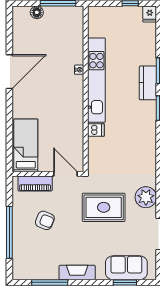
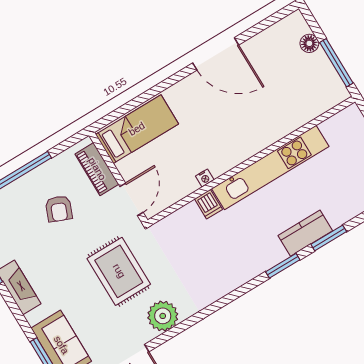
nightstand: (79, 70) -> (205, 178), moved

